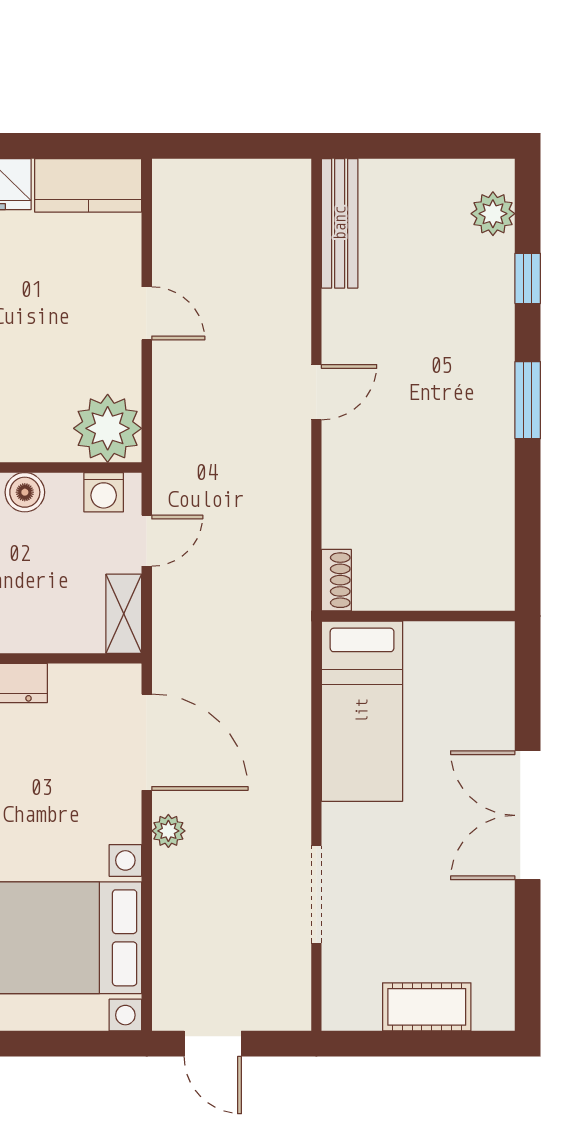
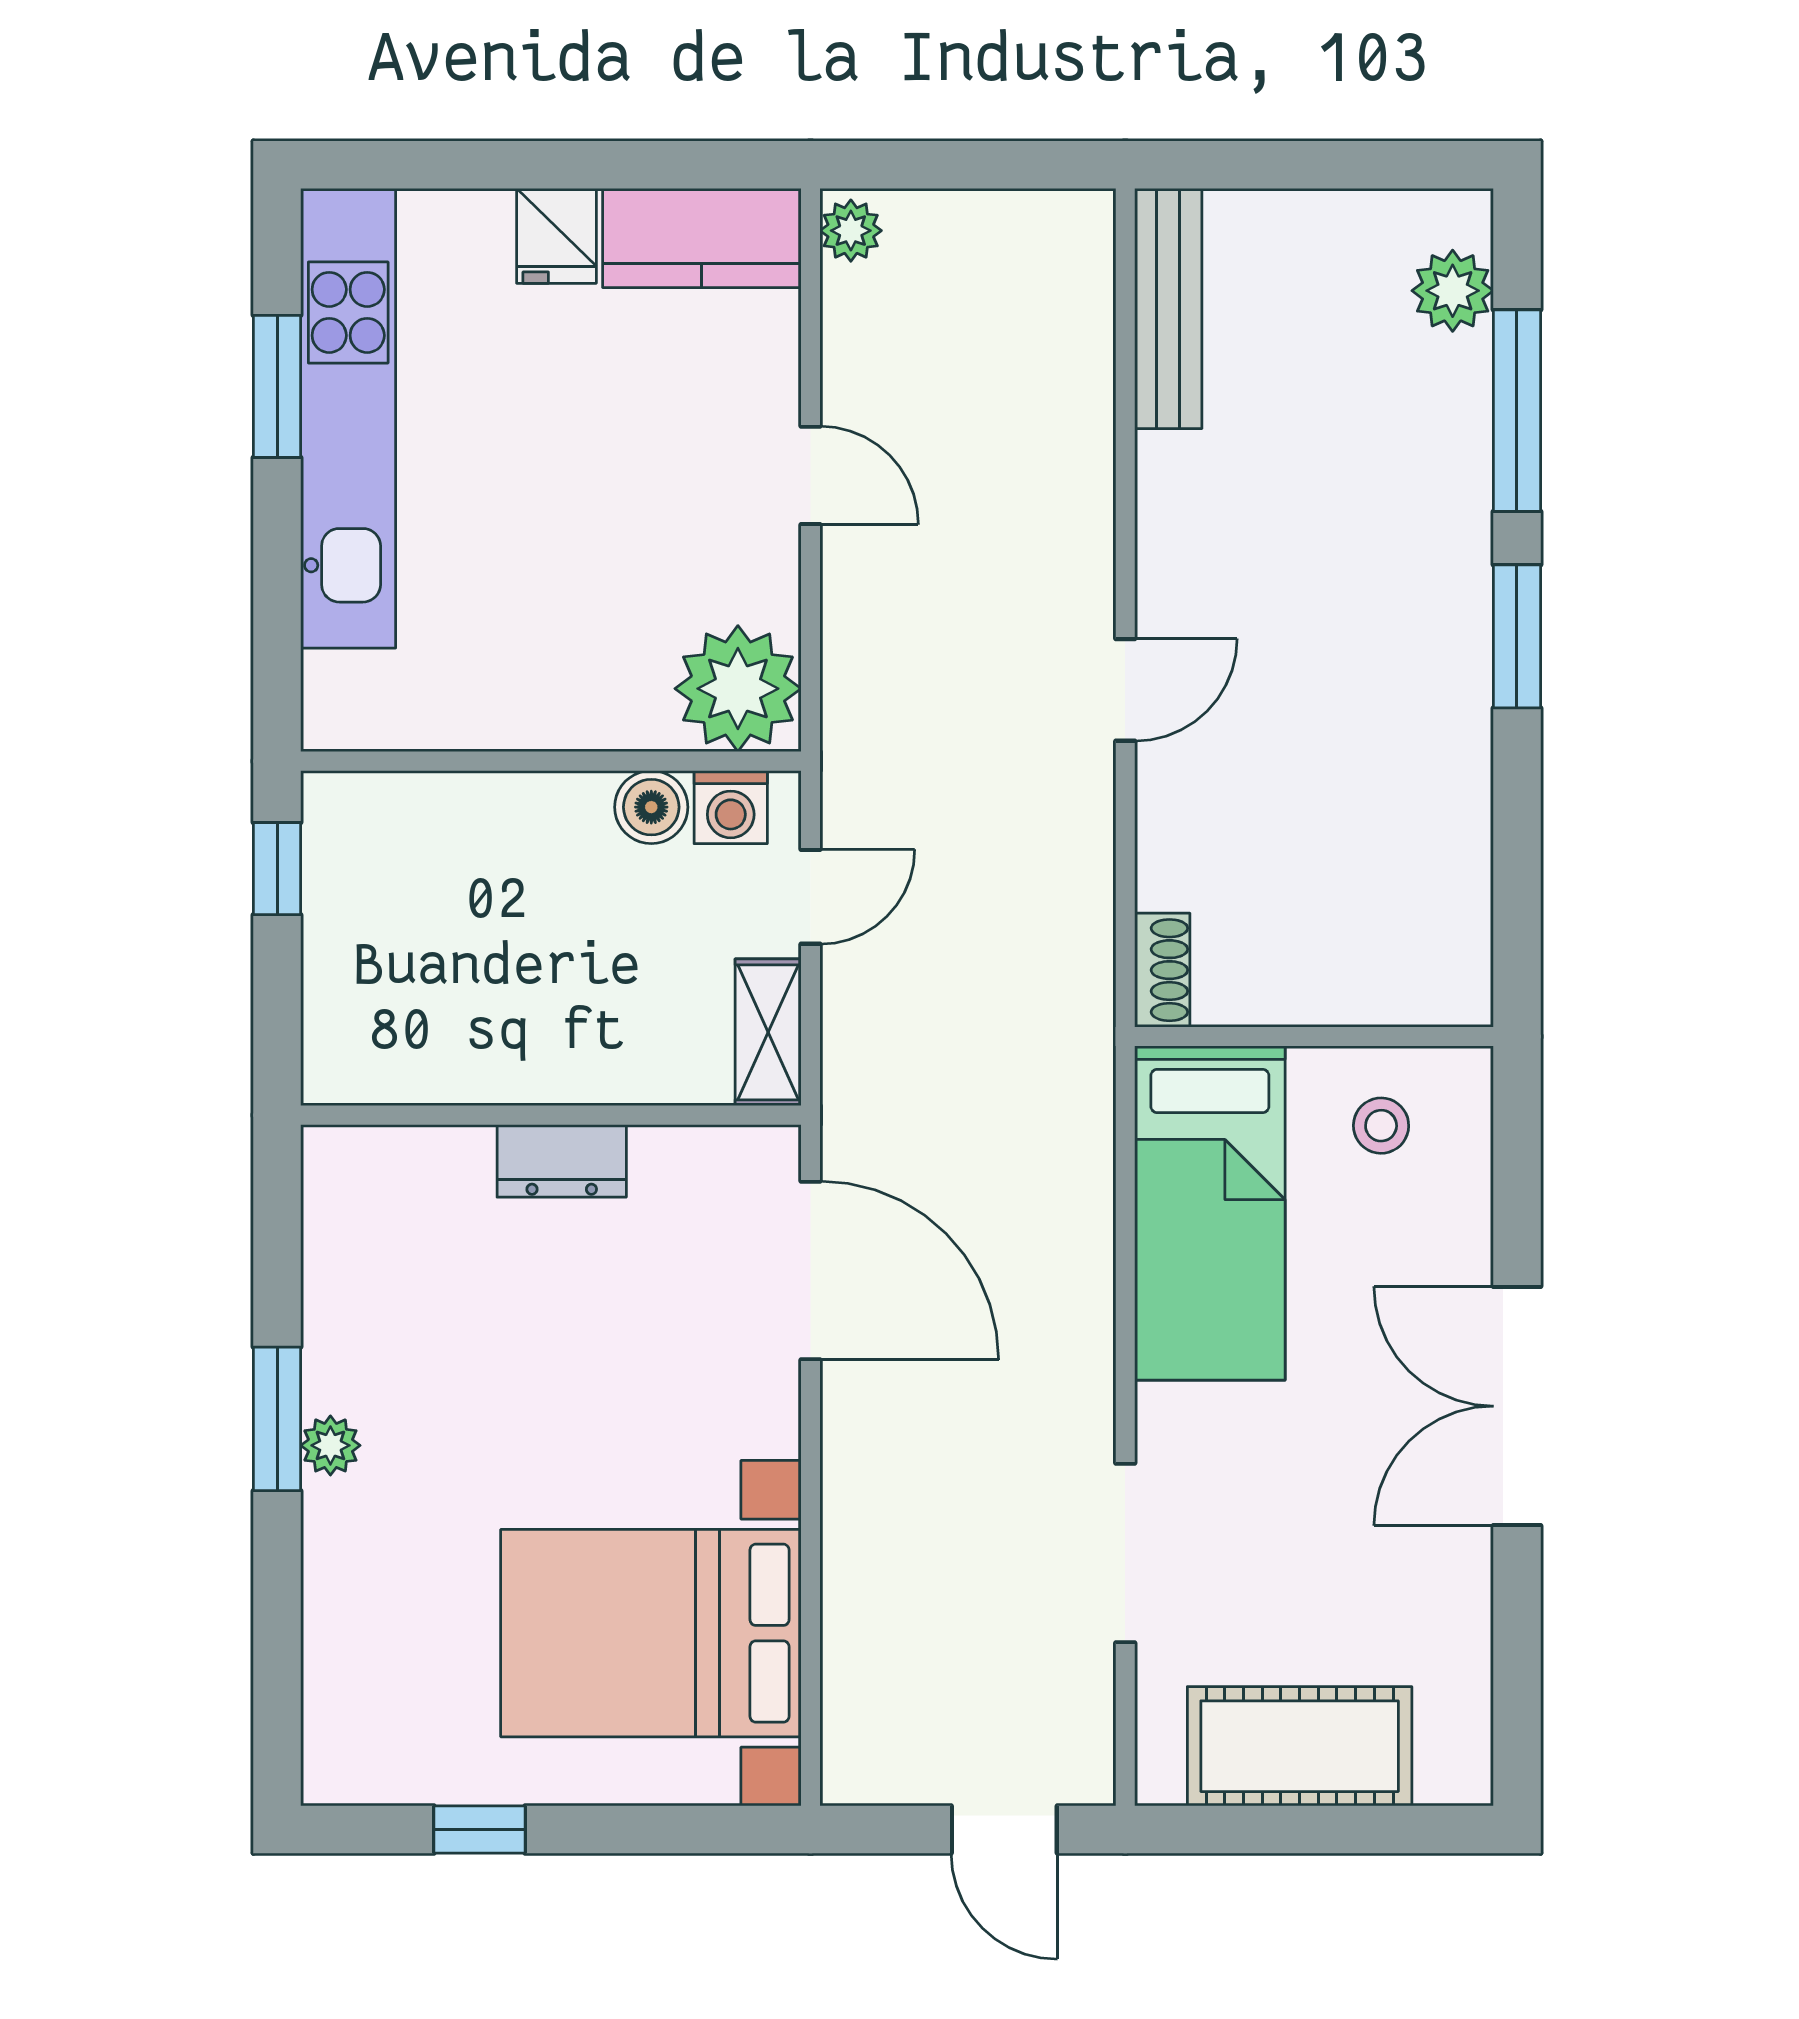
window: (528, 278) -> (1517, 411), width x2.17
door: (316, 392) -> (1125, 690), moved
boiler: (25, 492) -> (651, 807), moved
stool: (454, 664) -> (1381, 1126), added
plant: (168, 831) -> (851, 231), moved
cot: (427, 1007) -> (1300, 1746), width x1.37, depth x1.34
door: (213, 1044) -> (1004, 1829), moved

